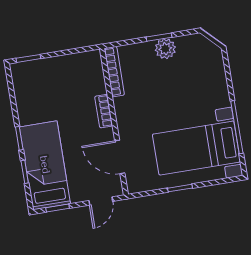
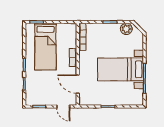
plant: (165, 49) -> (126, 29), moved
bed with nightstands: (196, 148) -> (120, 69), moved
bed: (45, 165) -> (45, 46), moved, turned 180
door: (101, 201) -> (63, 107), hinge flipped

